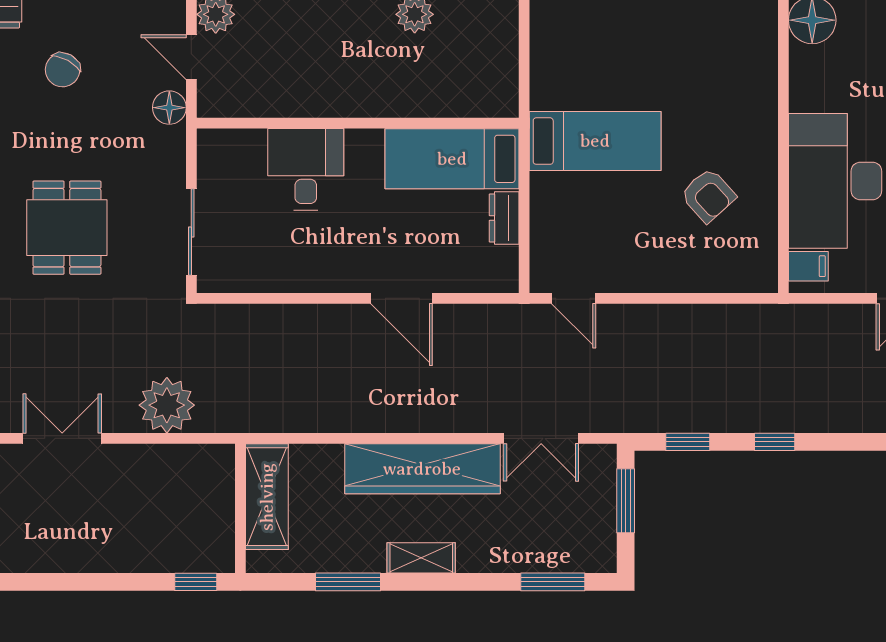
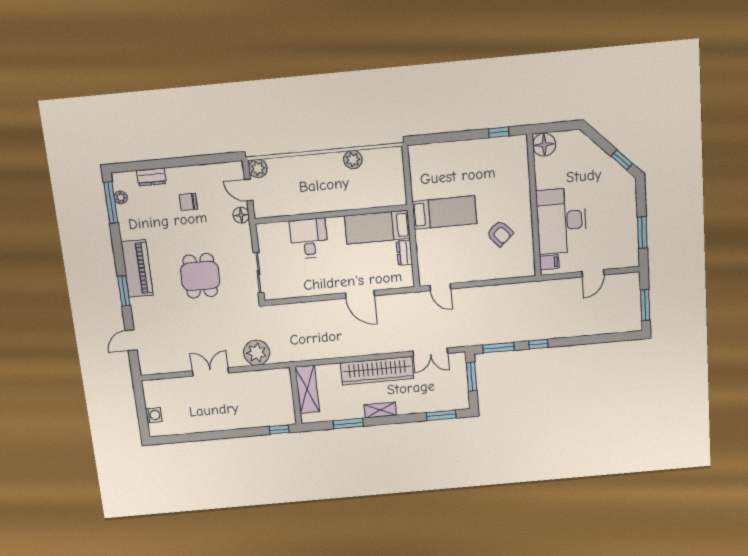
chair: (63, 70) -> (188, 202), turned 61
window: (688, 442) -> (498, 348), width x1.50

